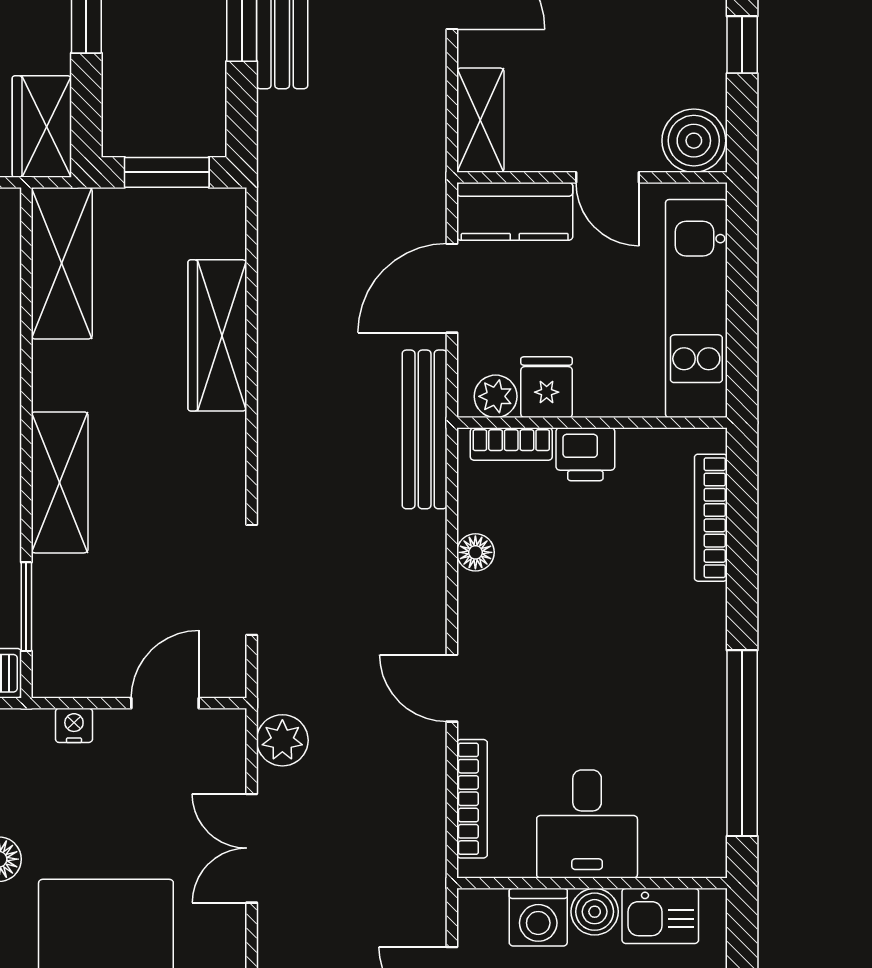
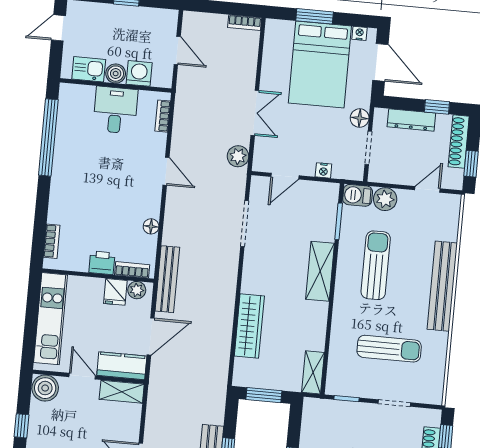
shelving: (480, 120) -> (122, 392), moved, turned 90
wardrobe: (42, 127) -> (314, 419), removed
shelving: (62, 263) -> (313, 372), width x0.67, depth x0.75
bookcase: (711, 518) -> (52, 241), width x0.64
bookcase: (472, 799) -> (163, 116), width x0.64

